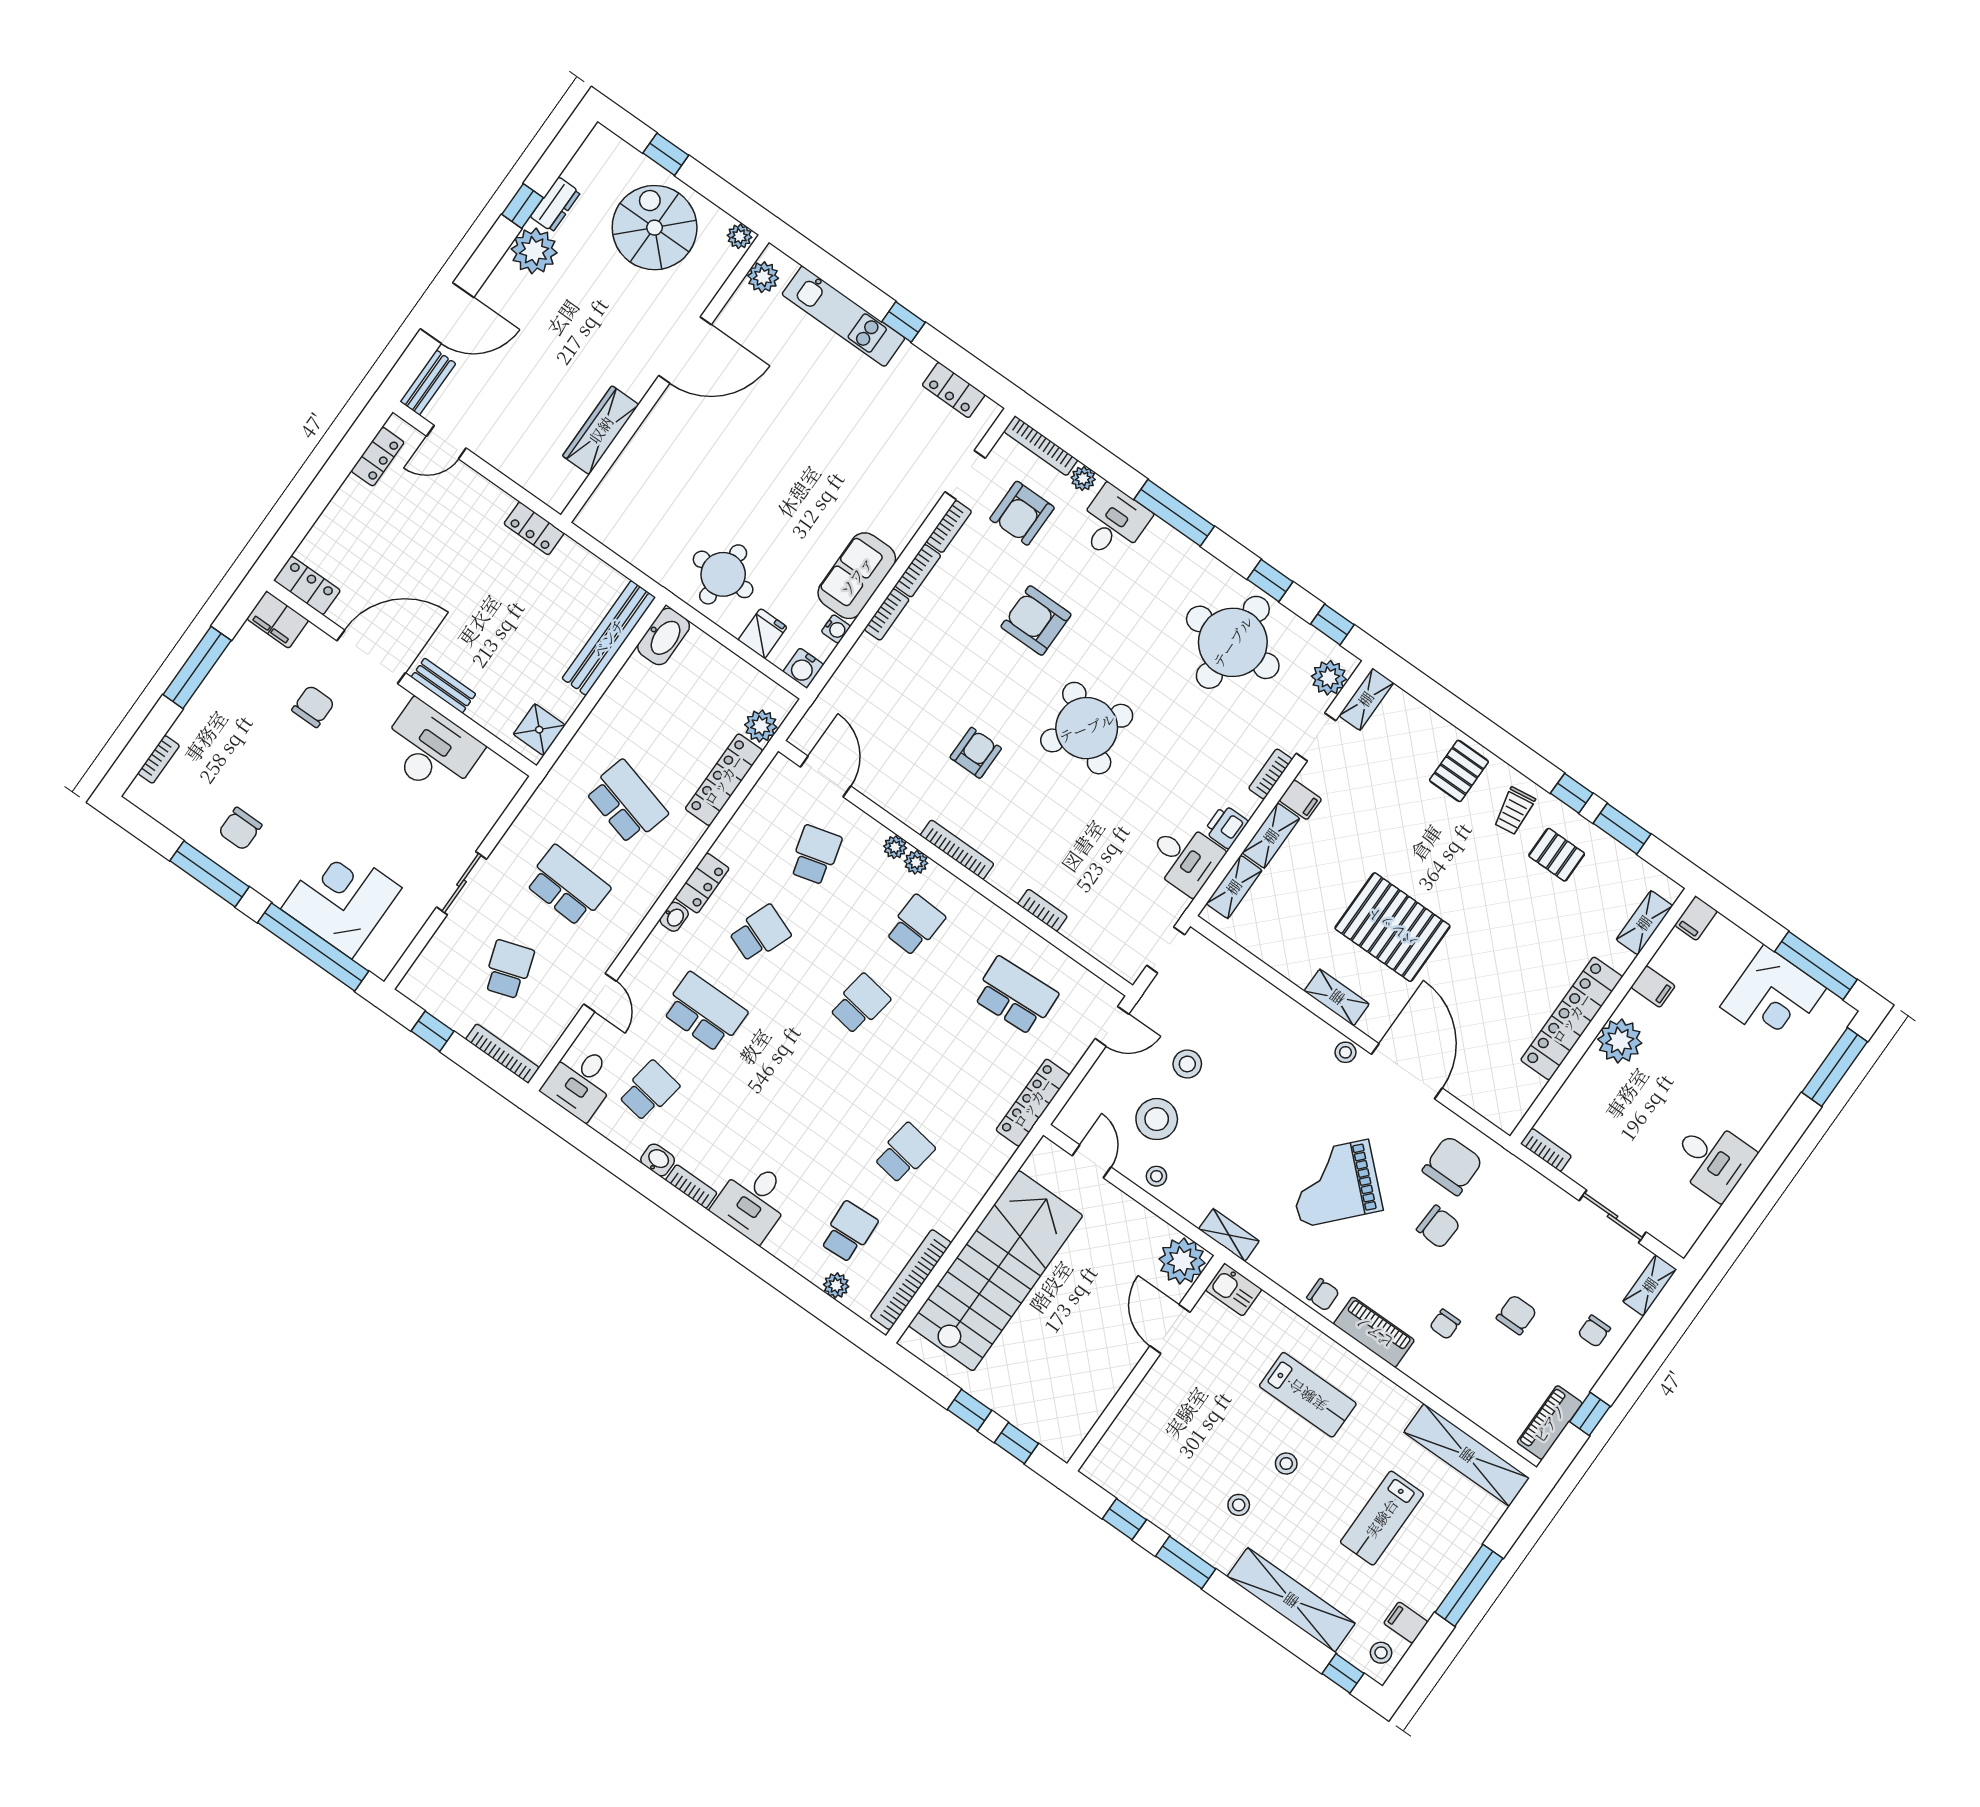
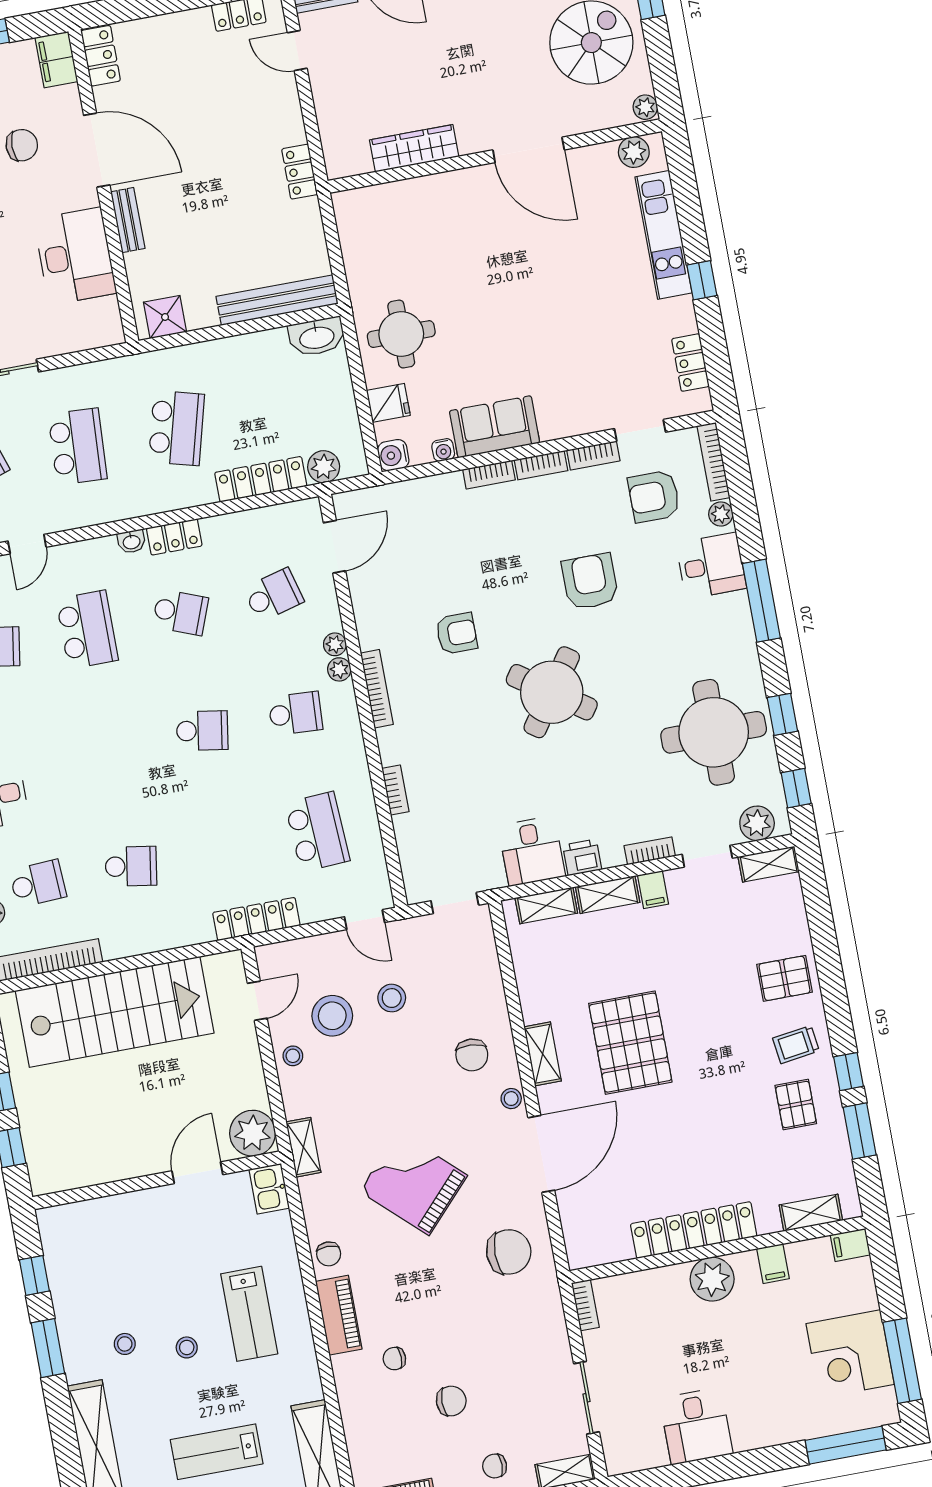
chair: (1438, 1227) -> (472, 1055), moved

